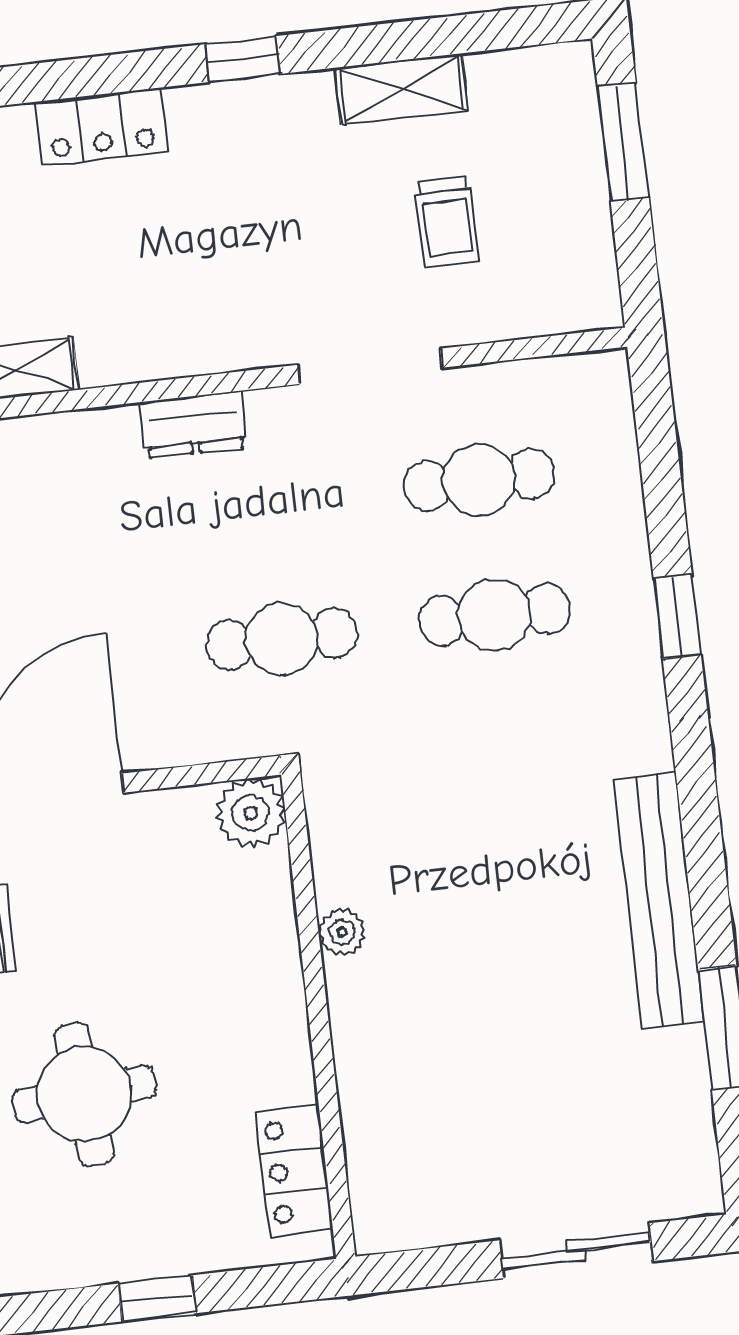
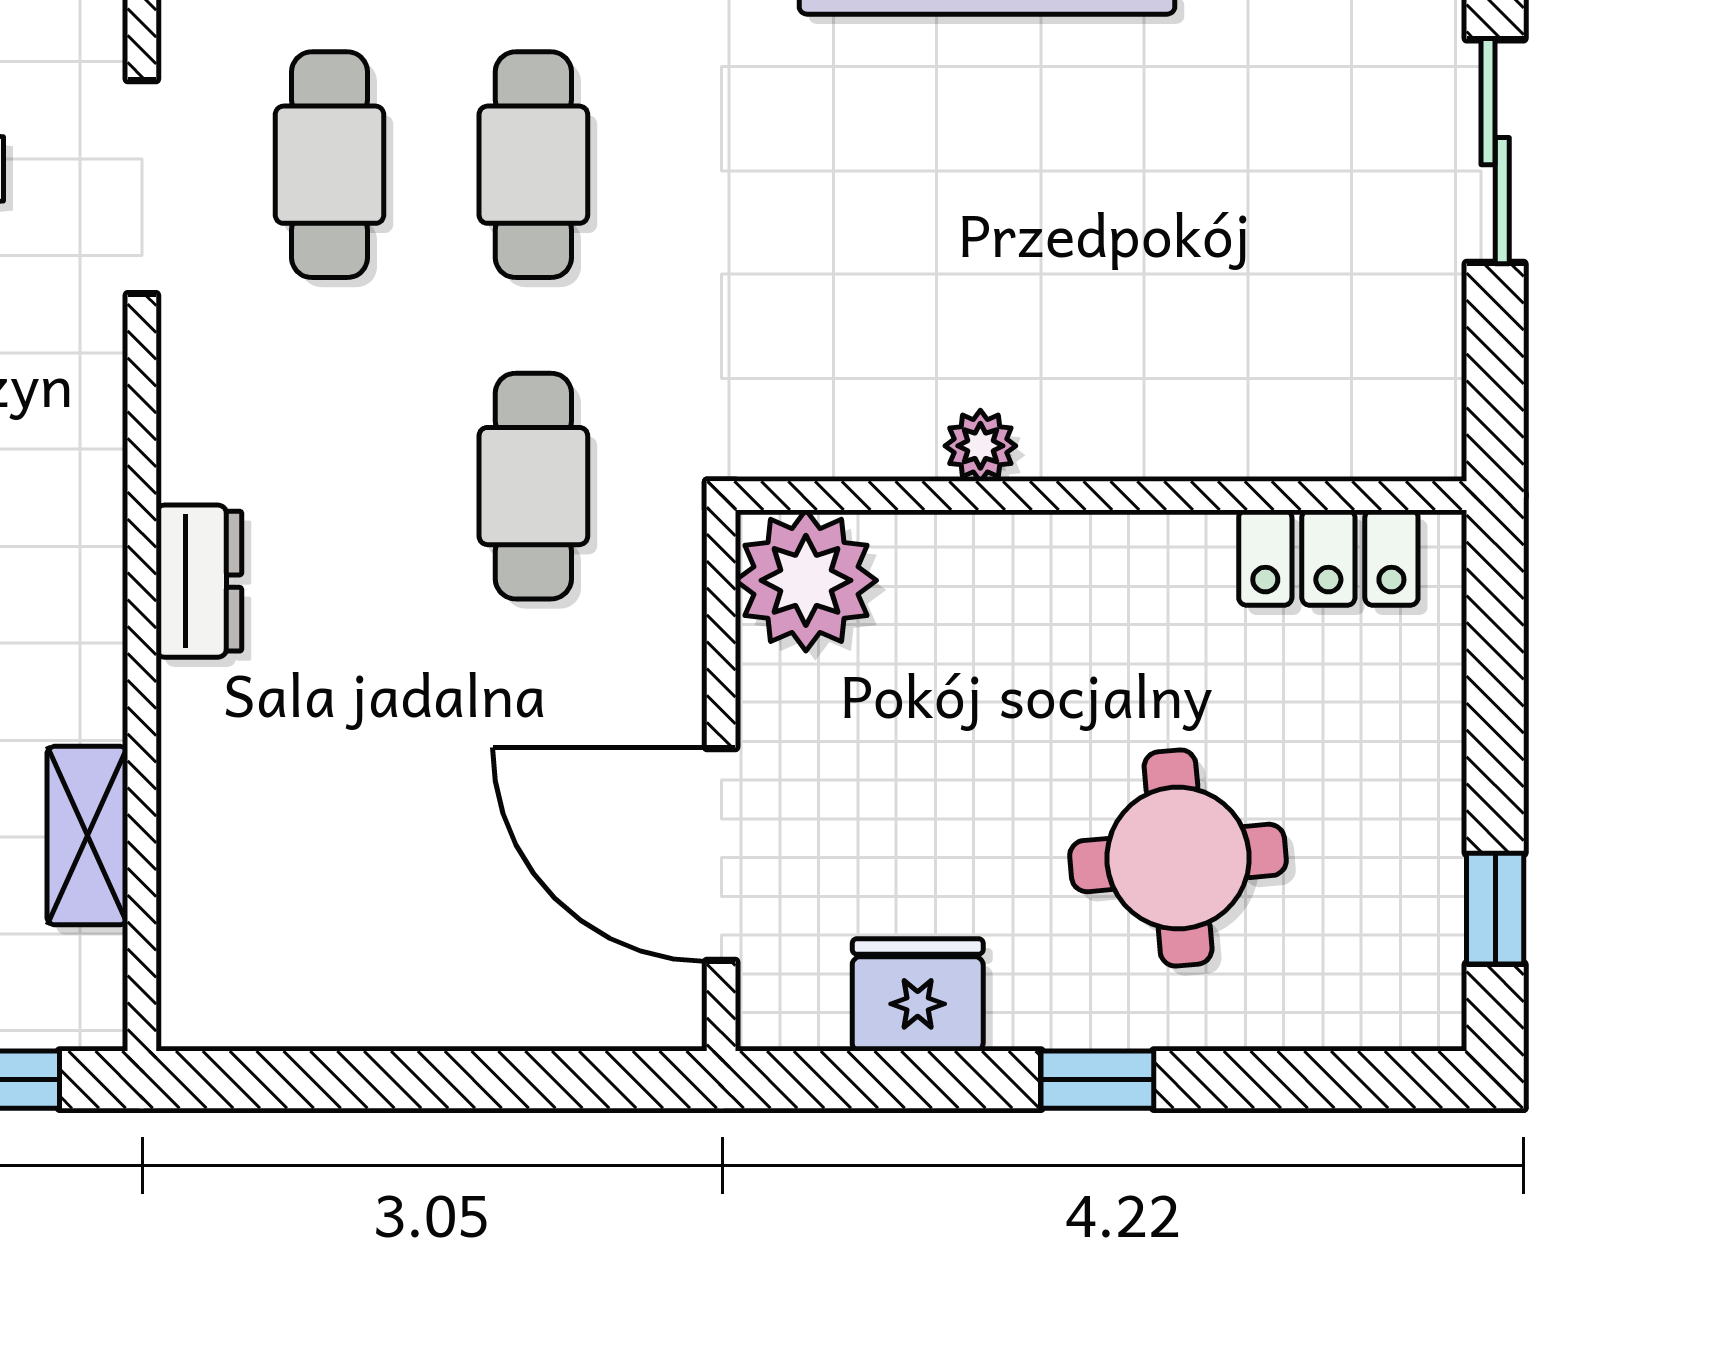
doorway: (370, 366) -> (142, 187), moved
plant: (251, 813) -> (806, 580), width x1.36, depth x1.36
window: (157, 1298) -> (1495, 909), moved

